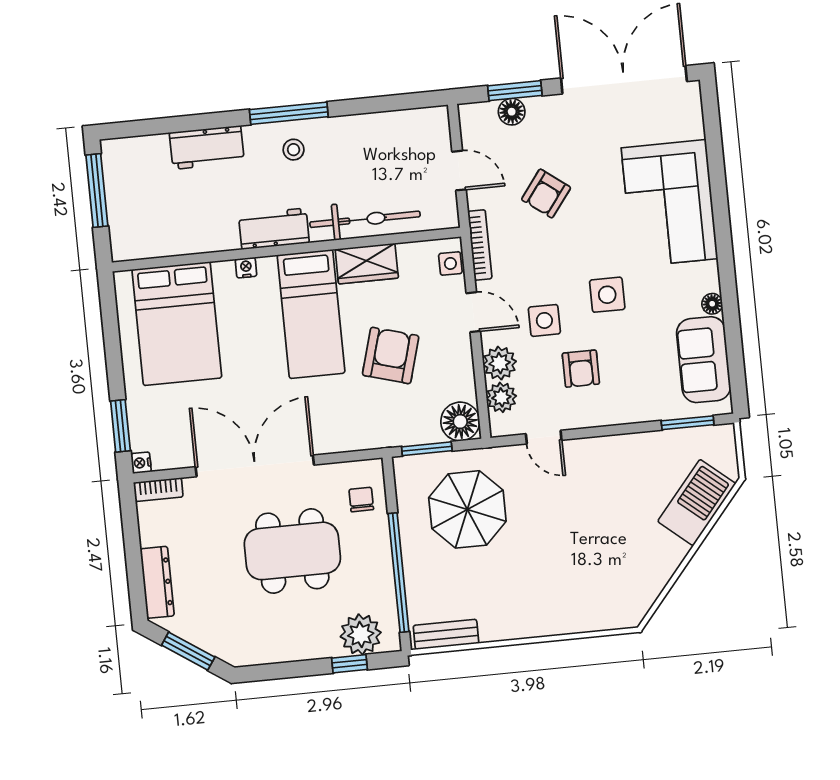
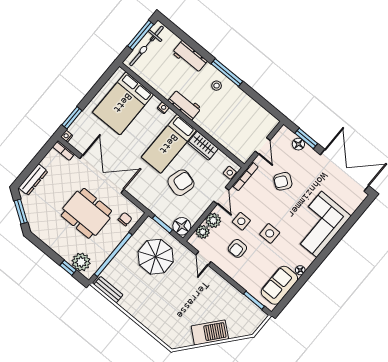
bicycle: (365, 219) -> (147, 46), moved, turned 90
barbecue: (697, 503) -> (210, 332), moved

